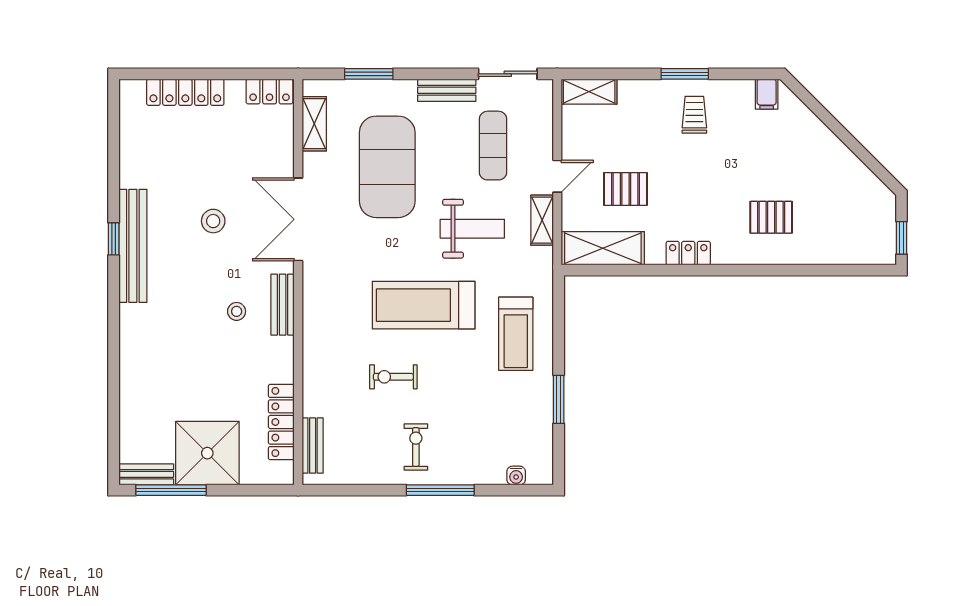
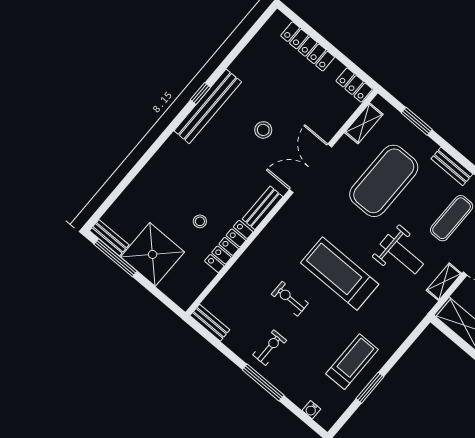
stool: (237, 311) -> (200, 221), moved
treadmill: (516, 334) -> (352, 362), moved, turned 180
locker: (281, 422) -> (229, 246), moved
bench: (313, 446) -> (210, 323), moved, turned 90

